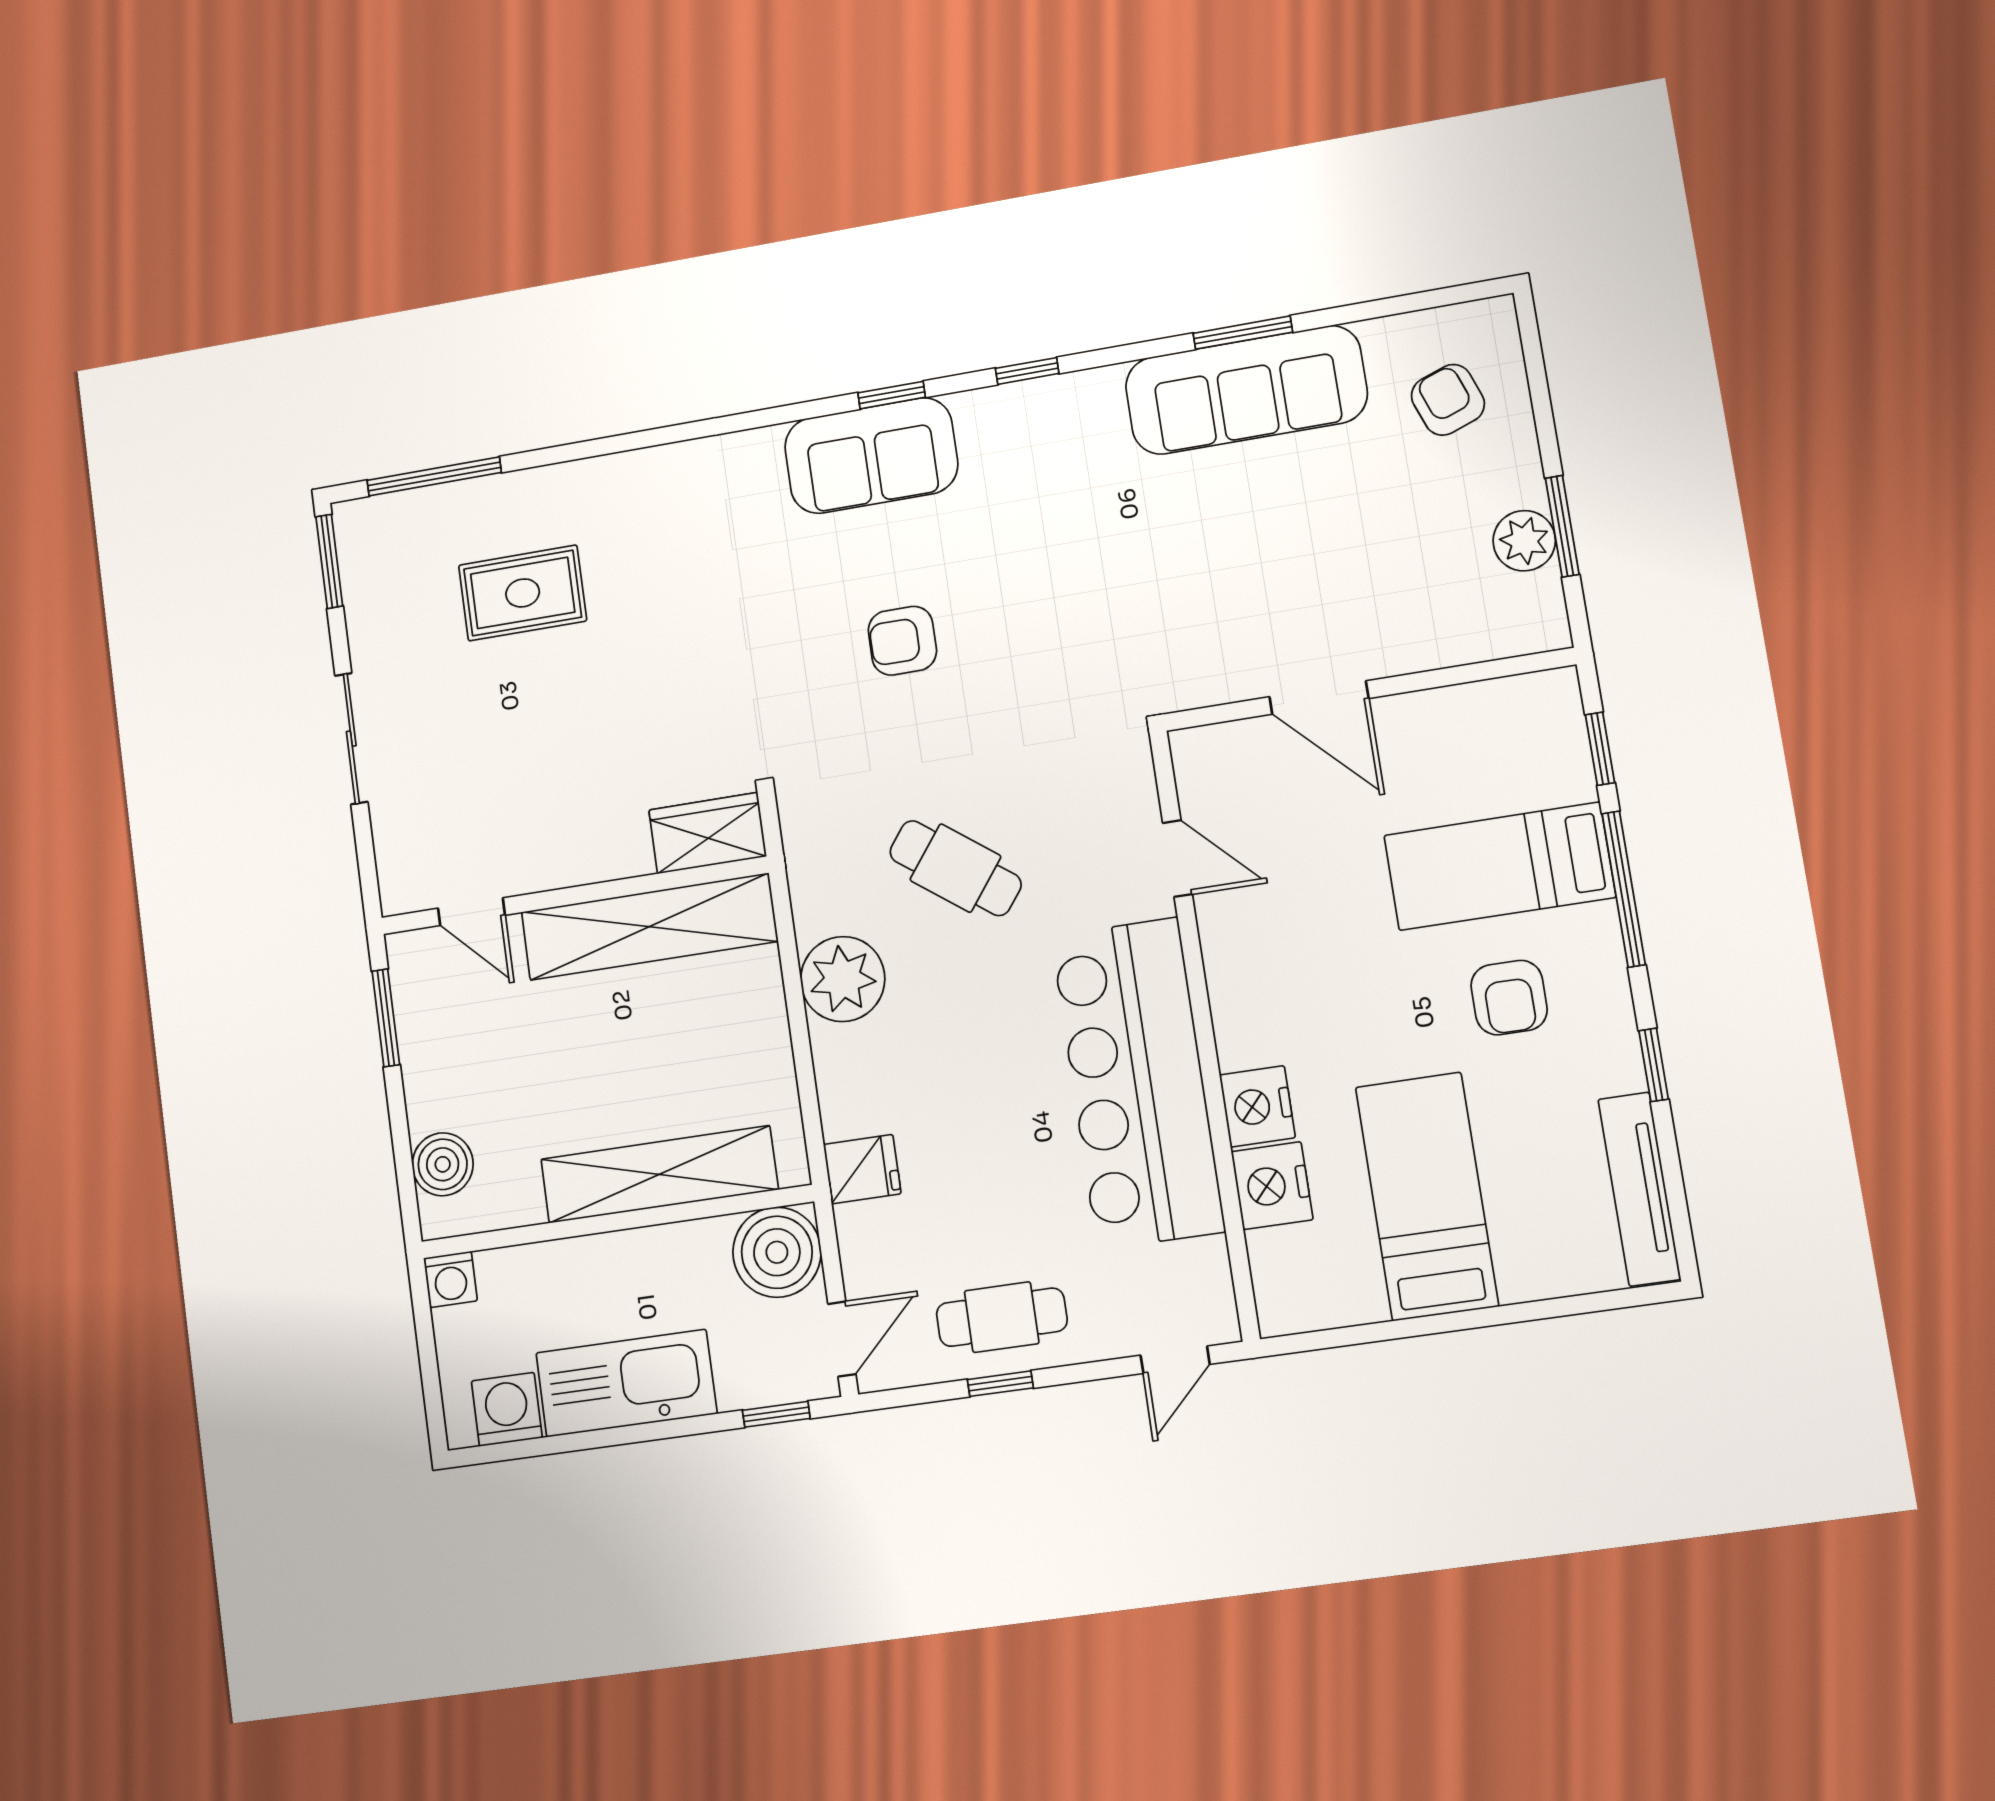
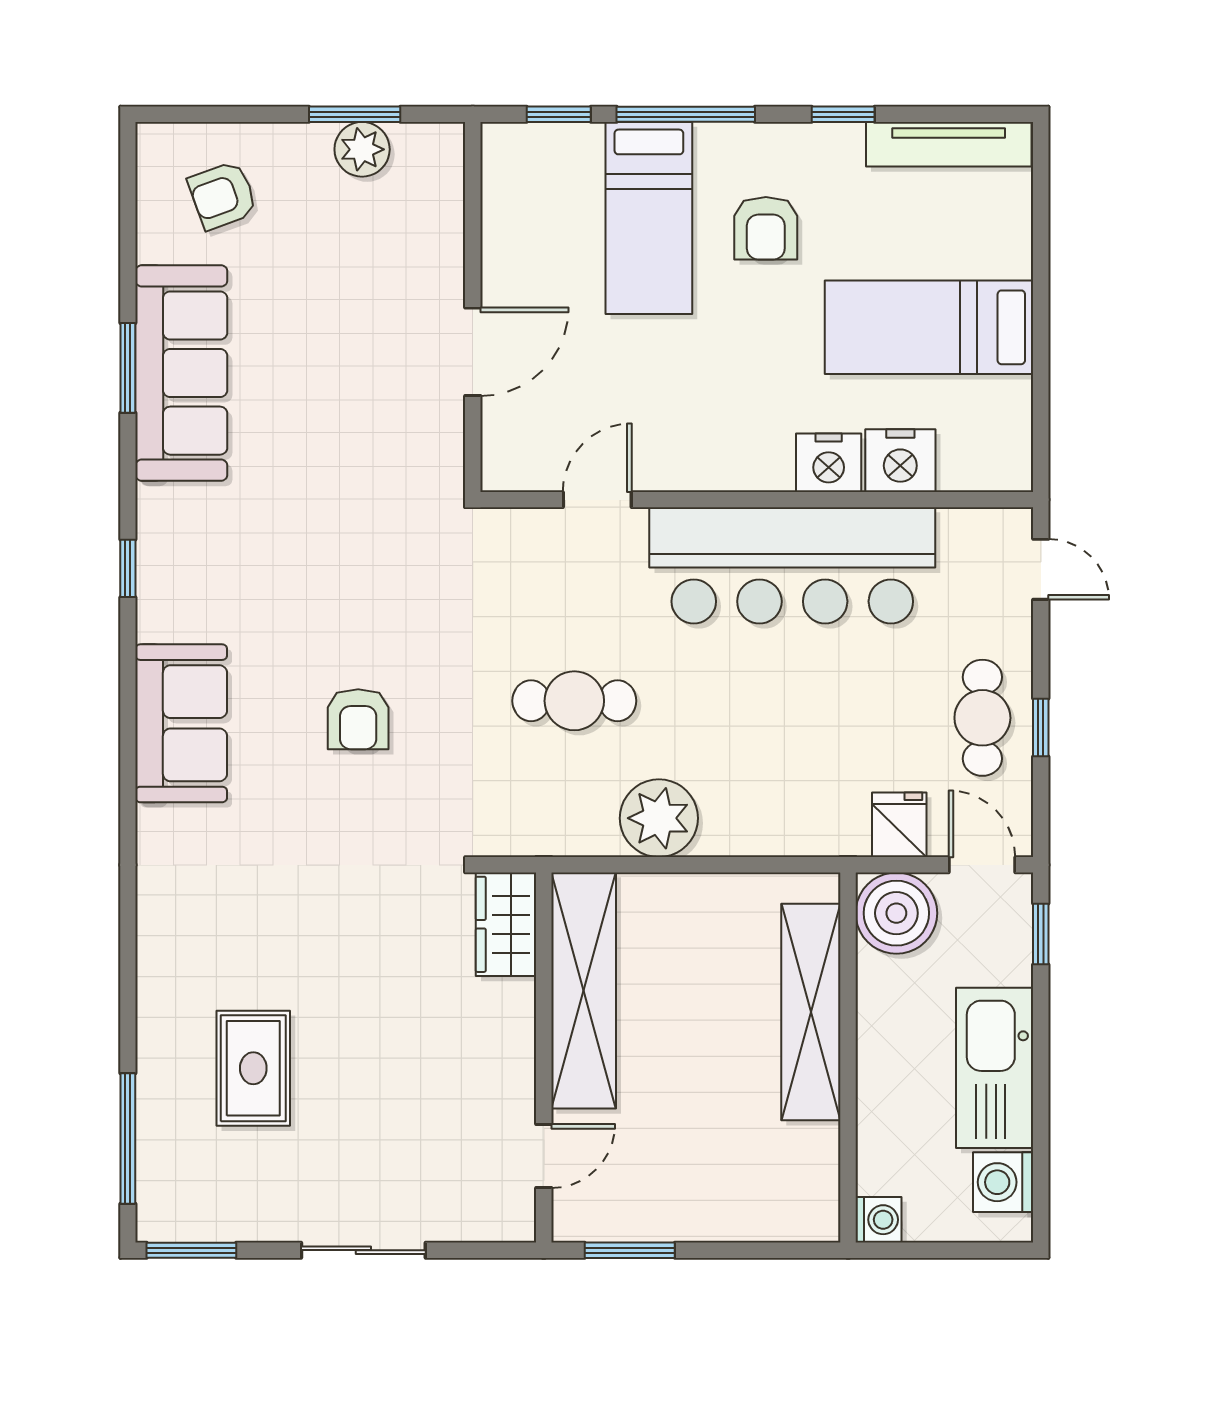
window: (892, 395) -> (128, 696), removed
cafe table: (955, 868) -> (574, 701), turned 53
armchair: (1509, 998) -> (766, 228), turned 90
boiler: (443, 1164) -> (772, 1214), removed
fridge: (862, 1169) -> (899, 825), moved

